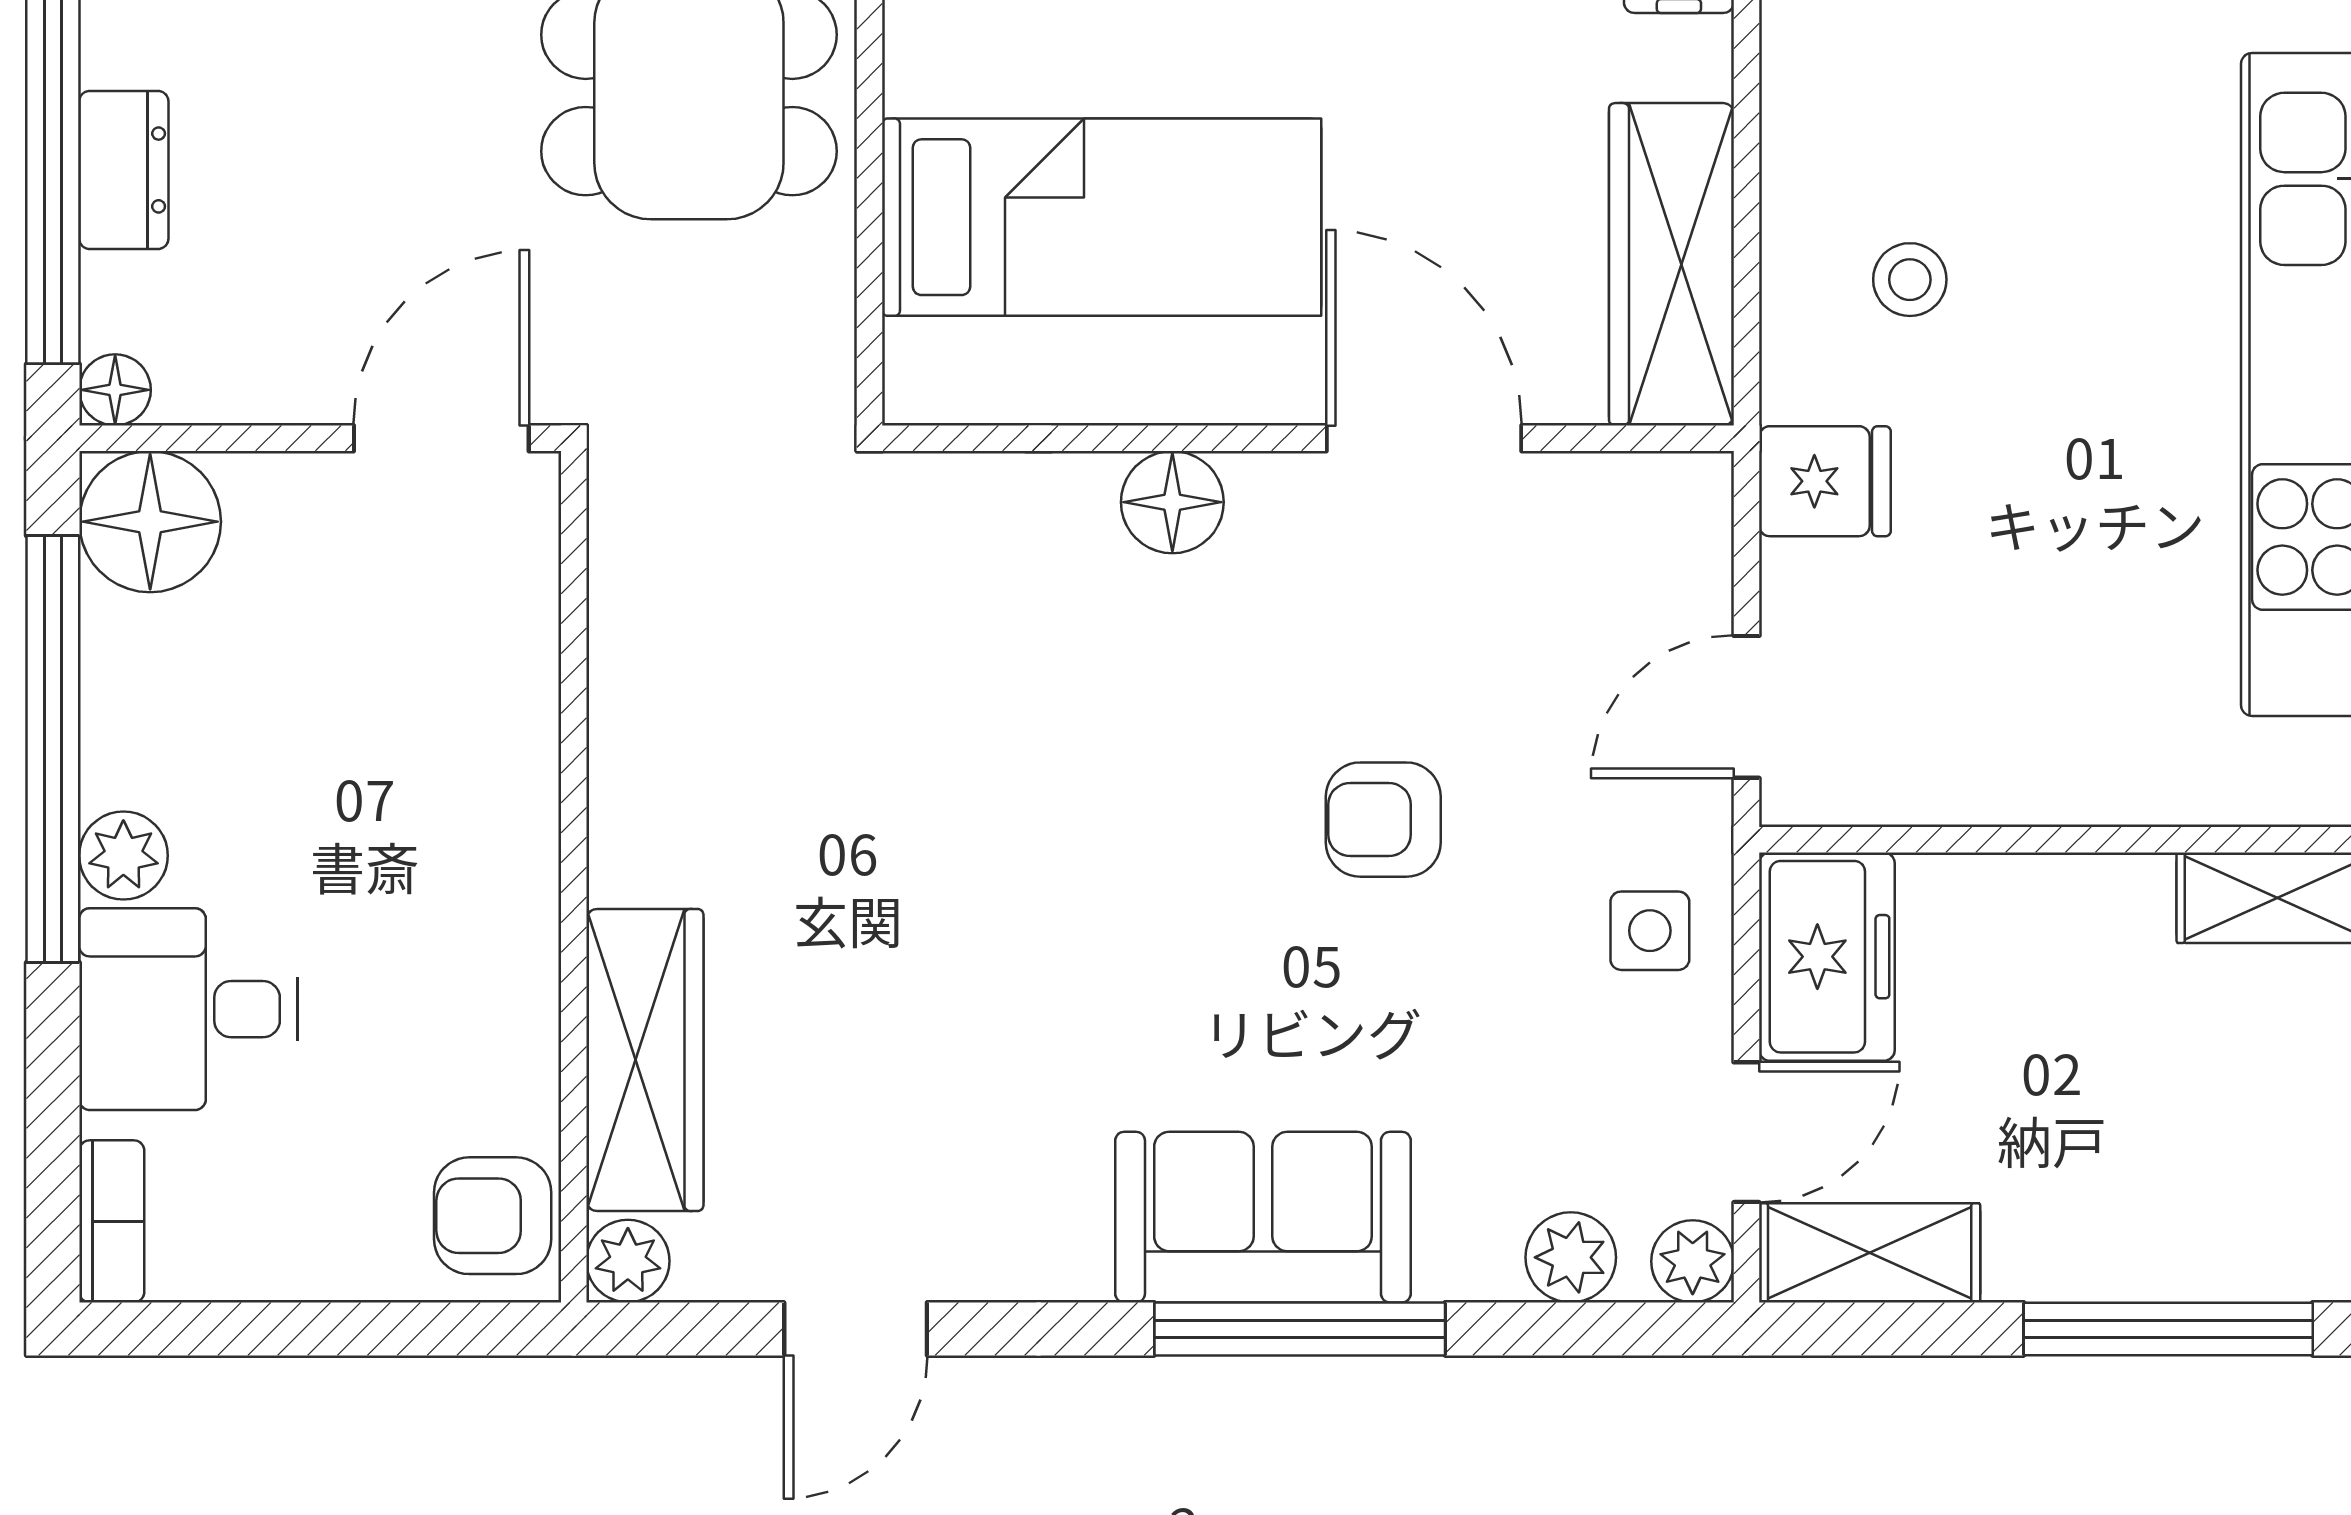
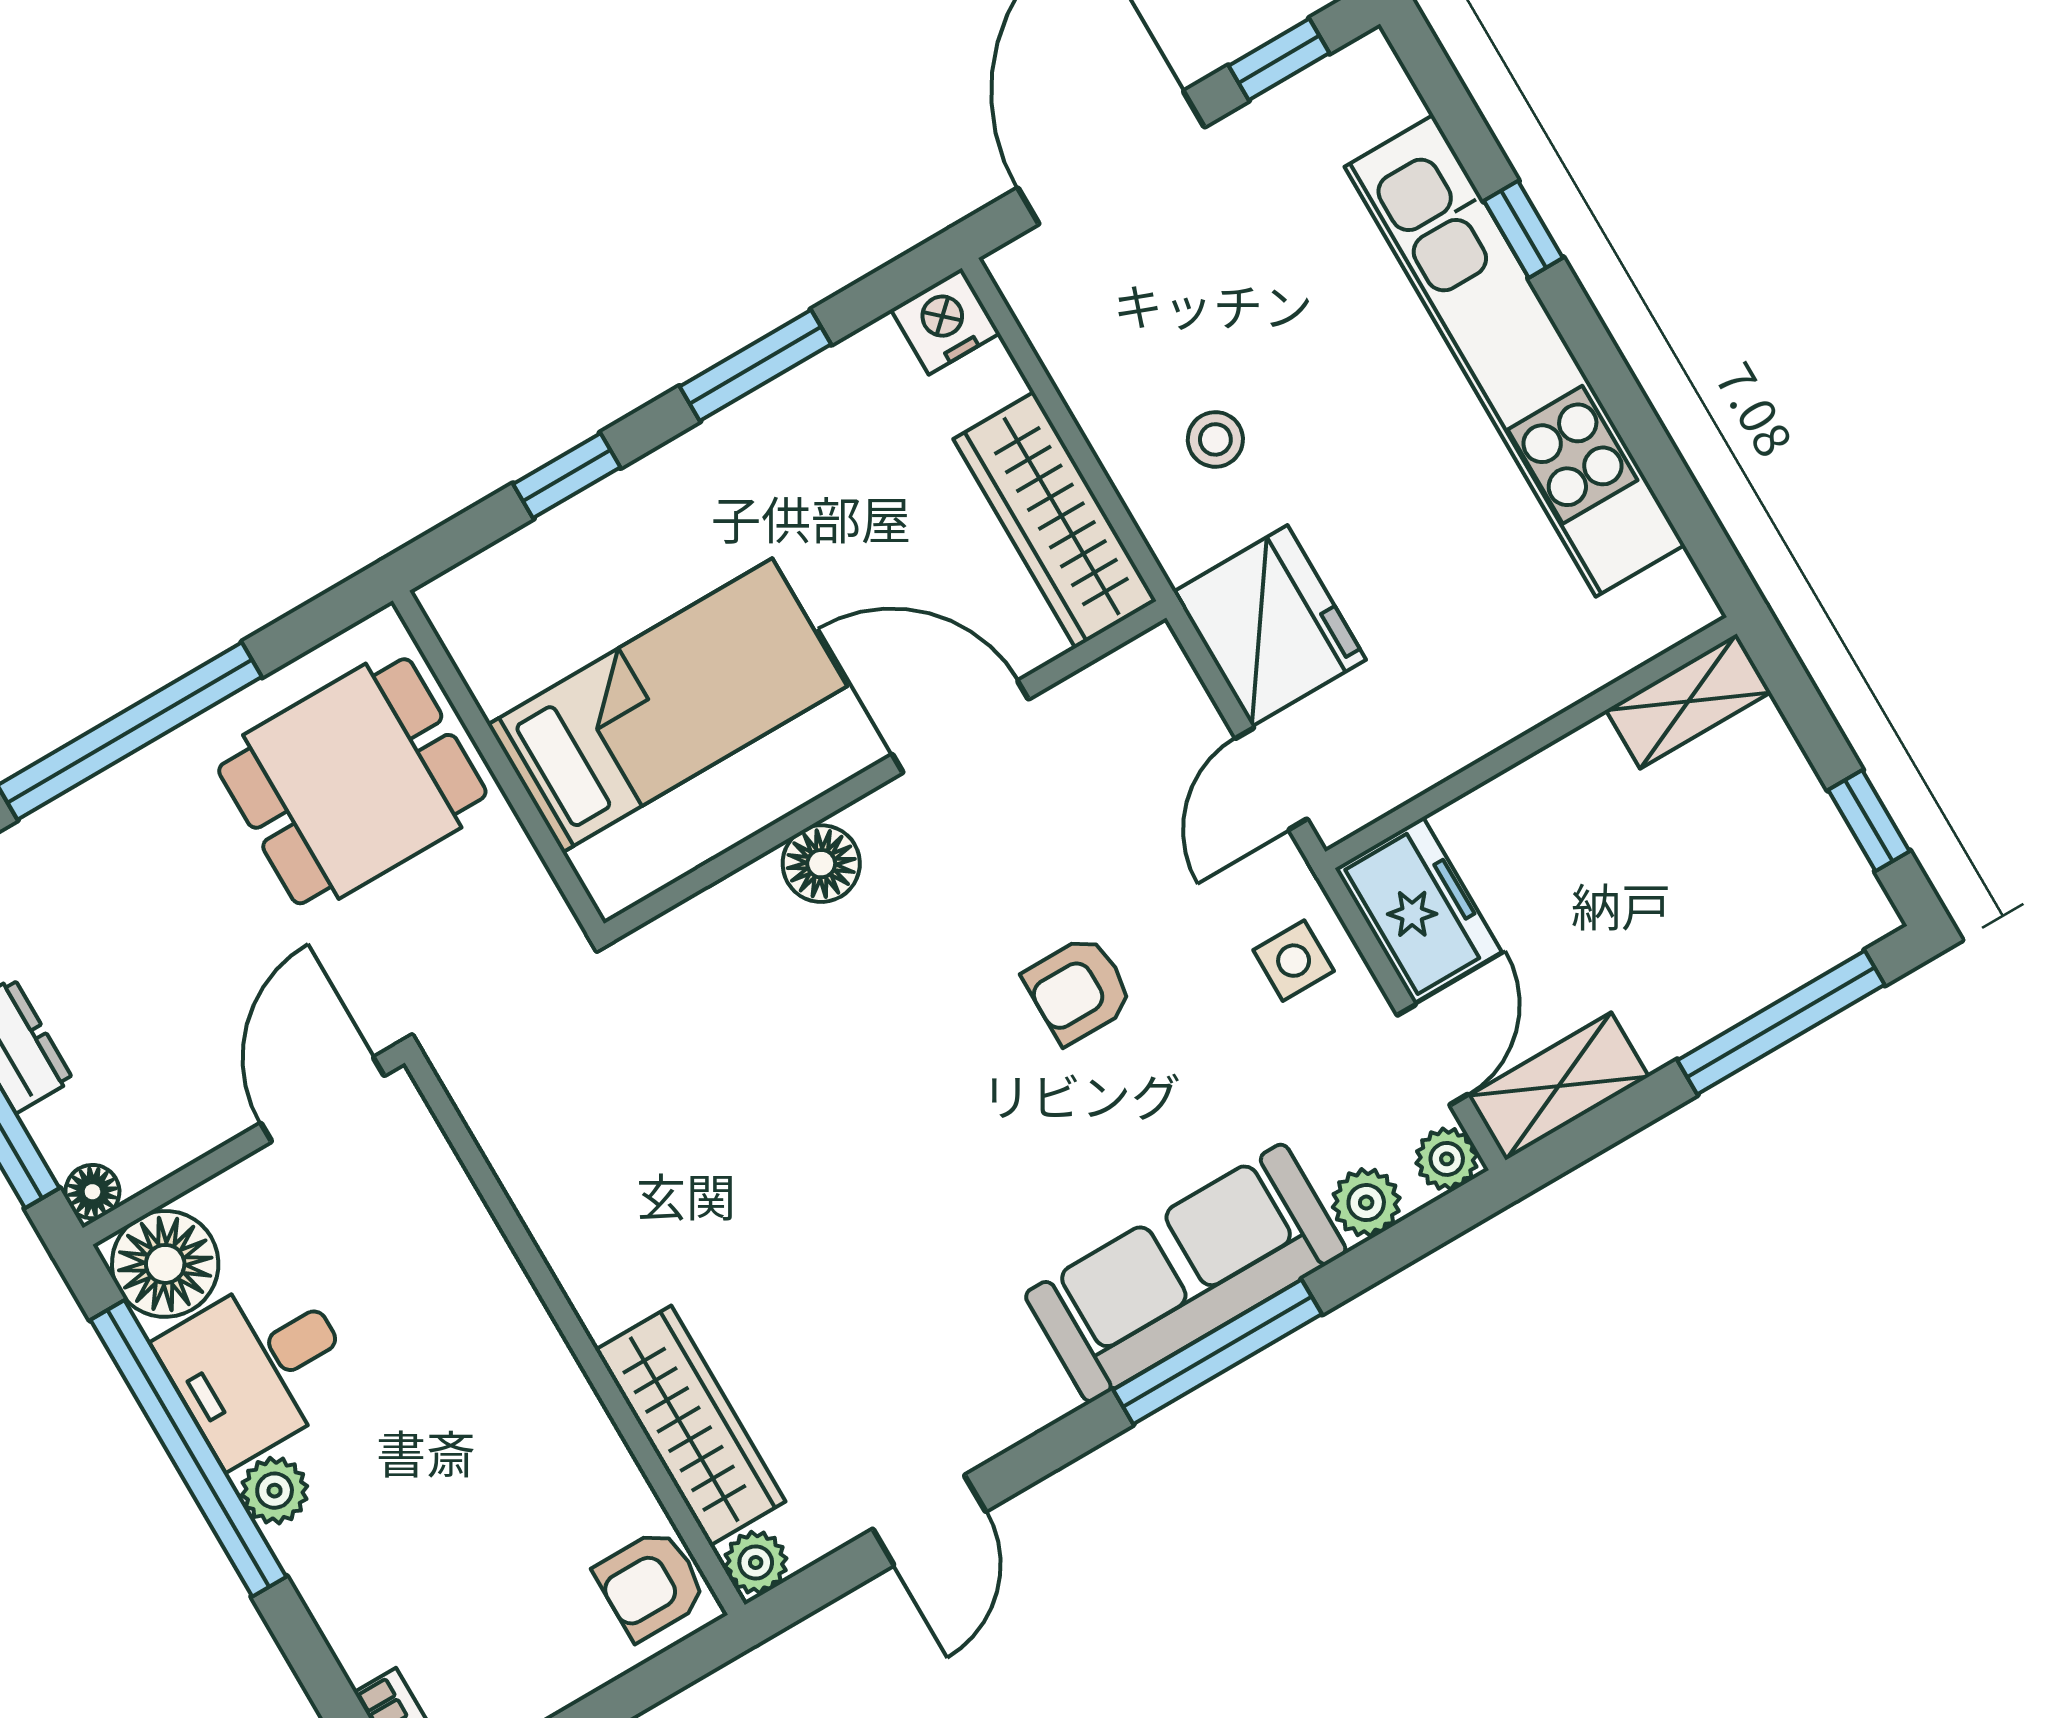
fridge: (1825, 481) -> (1270, 626), width x1.88, depth x1.34
desk: (188, 1009) -> (258, 1366), moved
sofa: (1263, 1217) -> (1186, 1273), width x1.36

